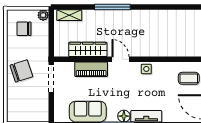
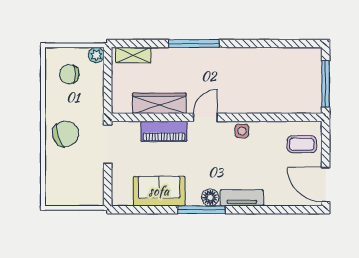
door: (120, 59) -> (205, 117), hinge flipped

